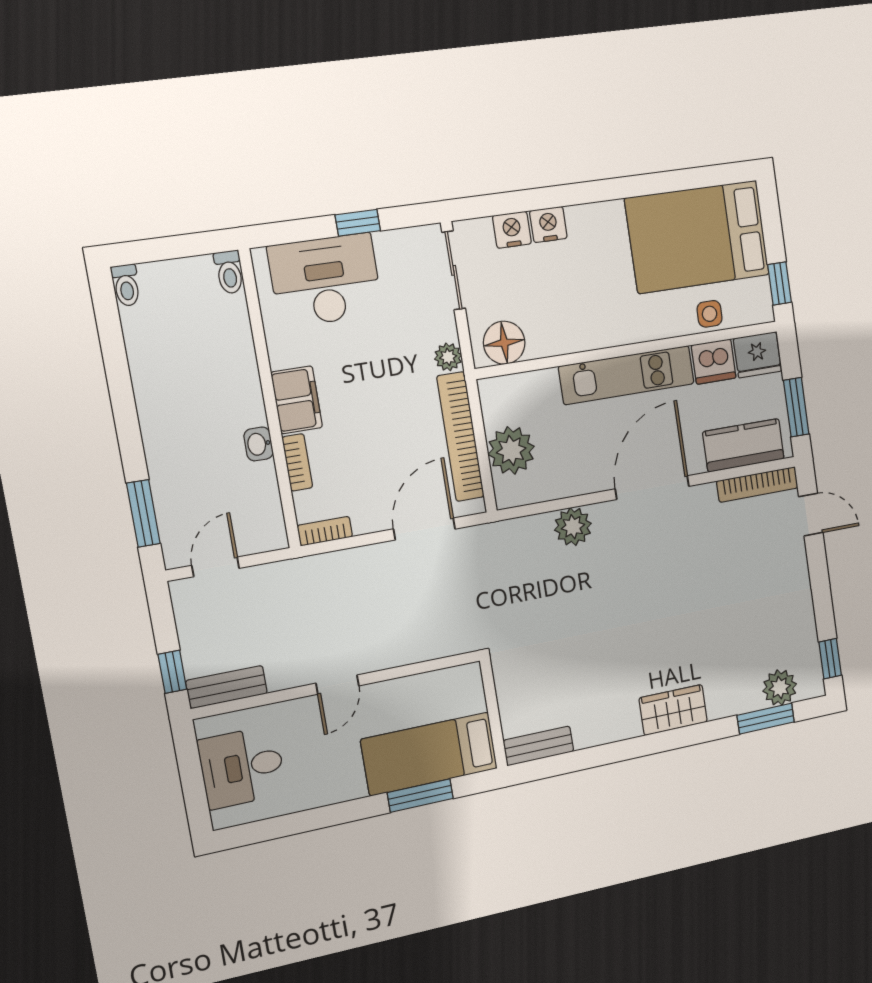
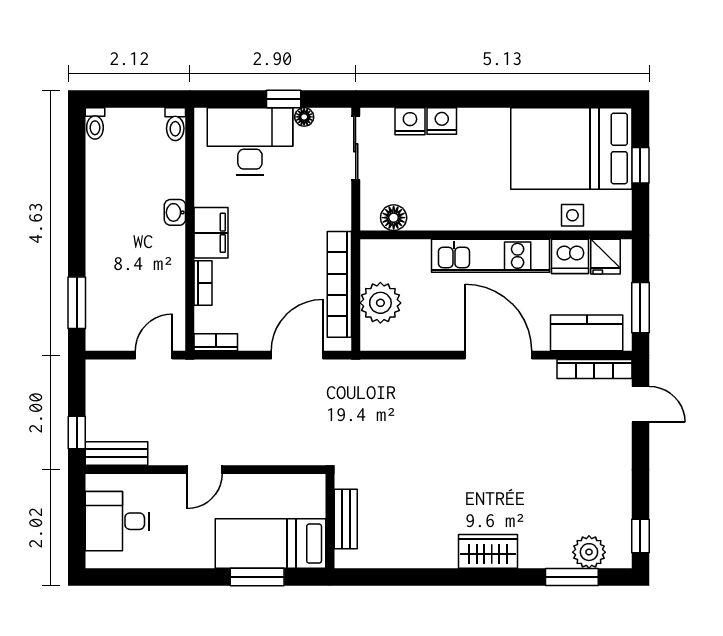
floor lamp: (386, 242) -> (304, 117), added
window: (780, 283) -> (640, 165), moved
floor lamp: (504, 343) -> (394, 218), width x0.73, depth x0.73
fridge: (757, 355) -> (605, 257), width x0.72
plant: (448, 357) -> (340, 217), removed
washbasin: (259, 444) -> (175, 212), moved
door: (652, 488) -> (498, 355), hinge flipped
plant: (573, 527) -> (423, 376), removed
door: (216, 567) -> (154, 355), moved
bench: (538, 746) -> (346, 519), moved, turned 90

